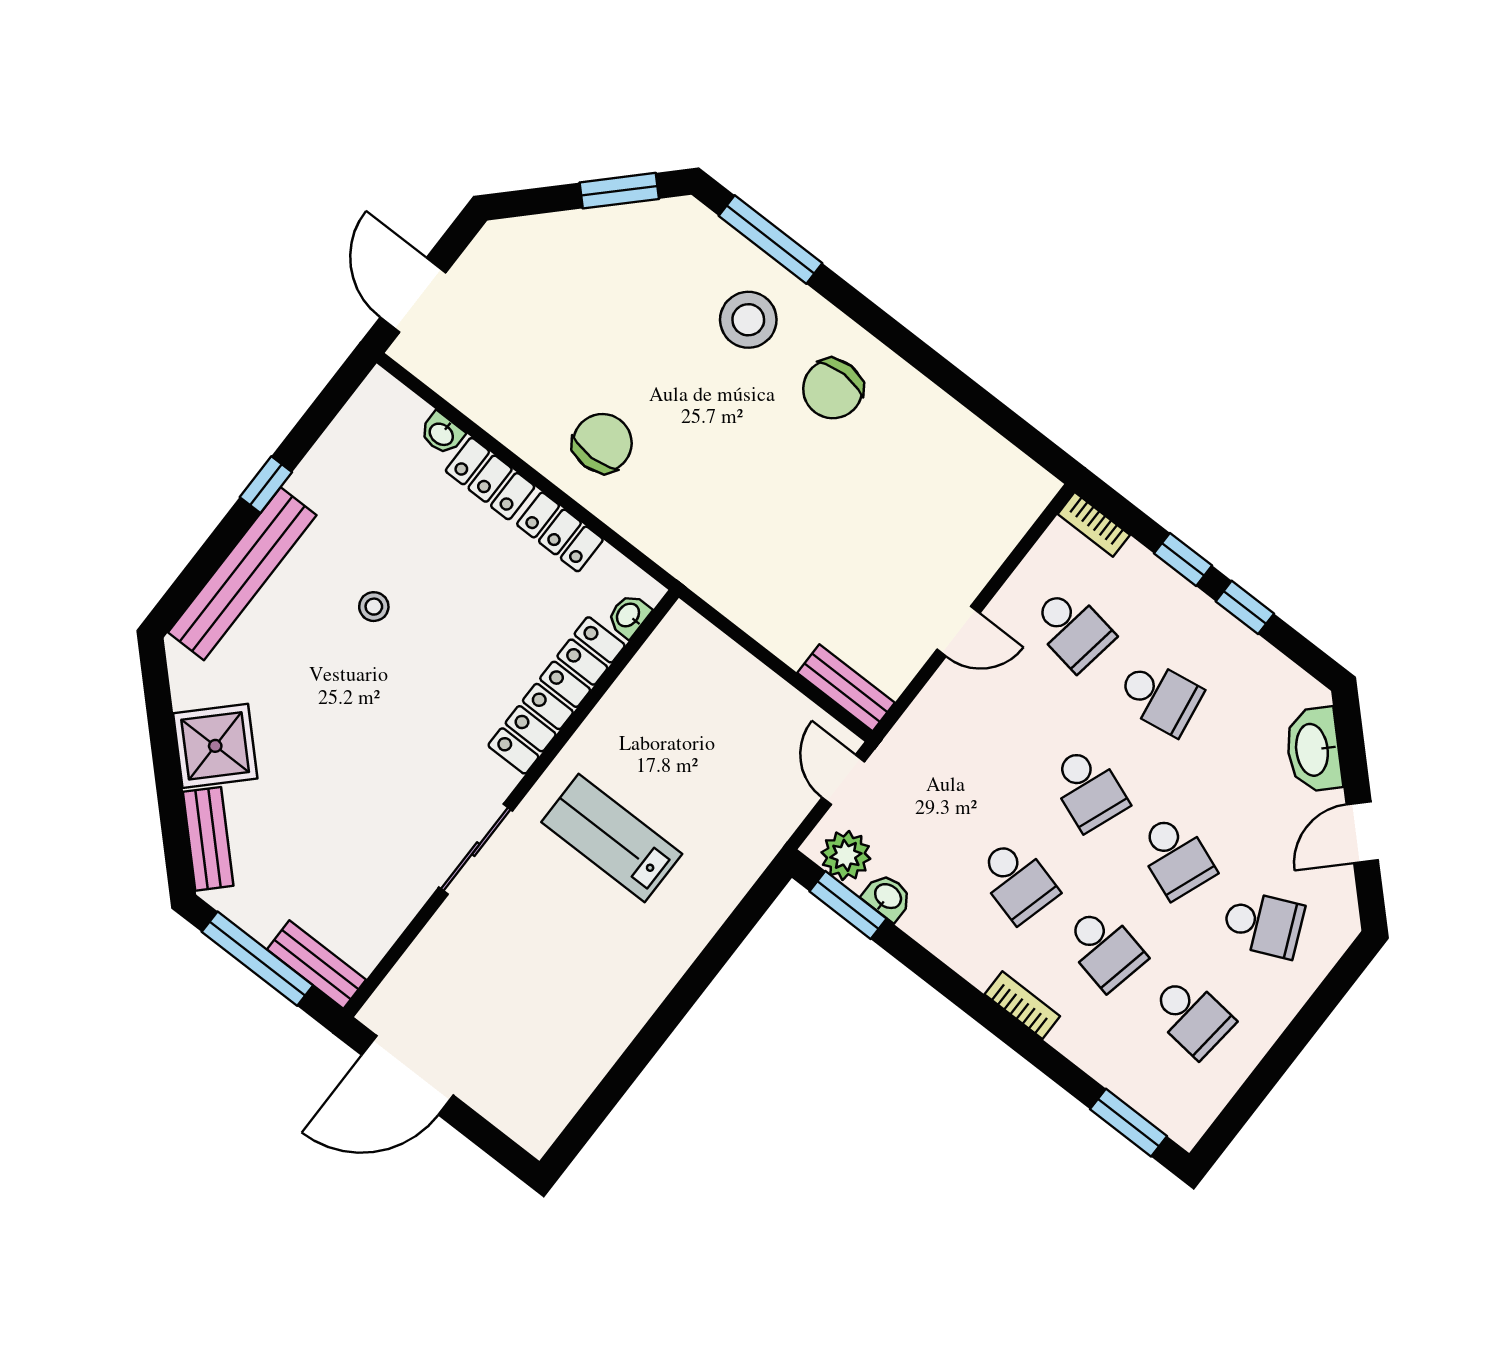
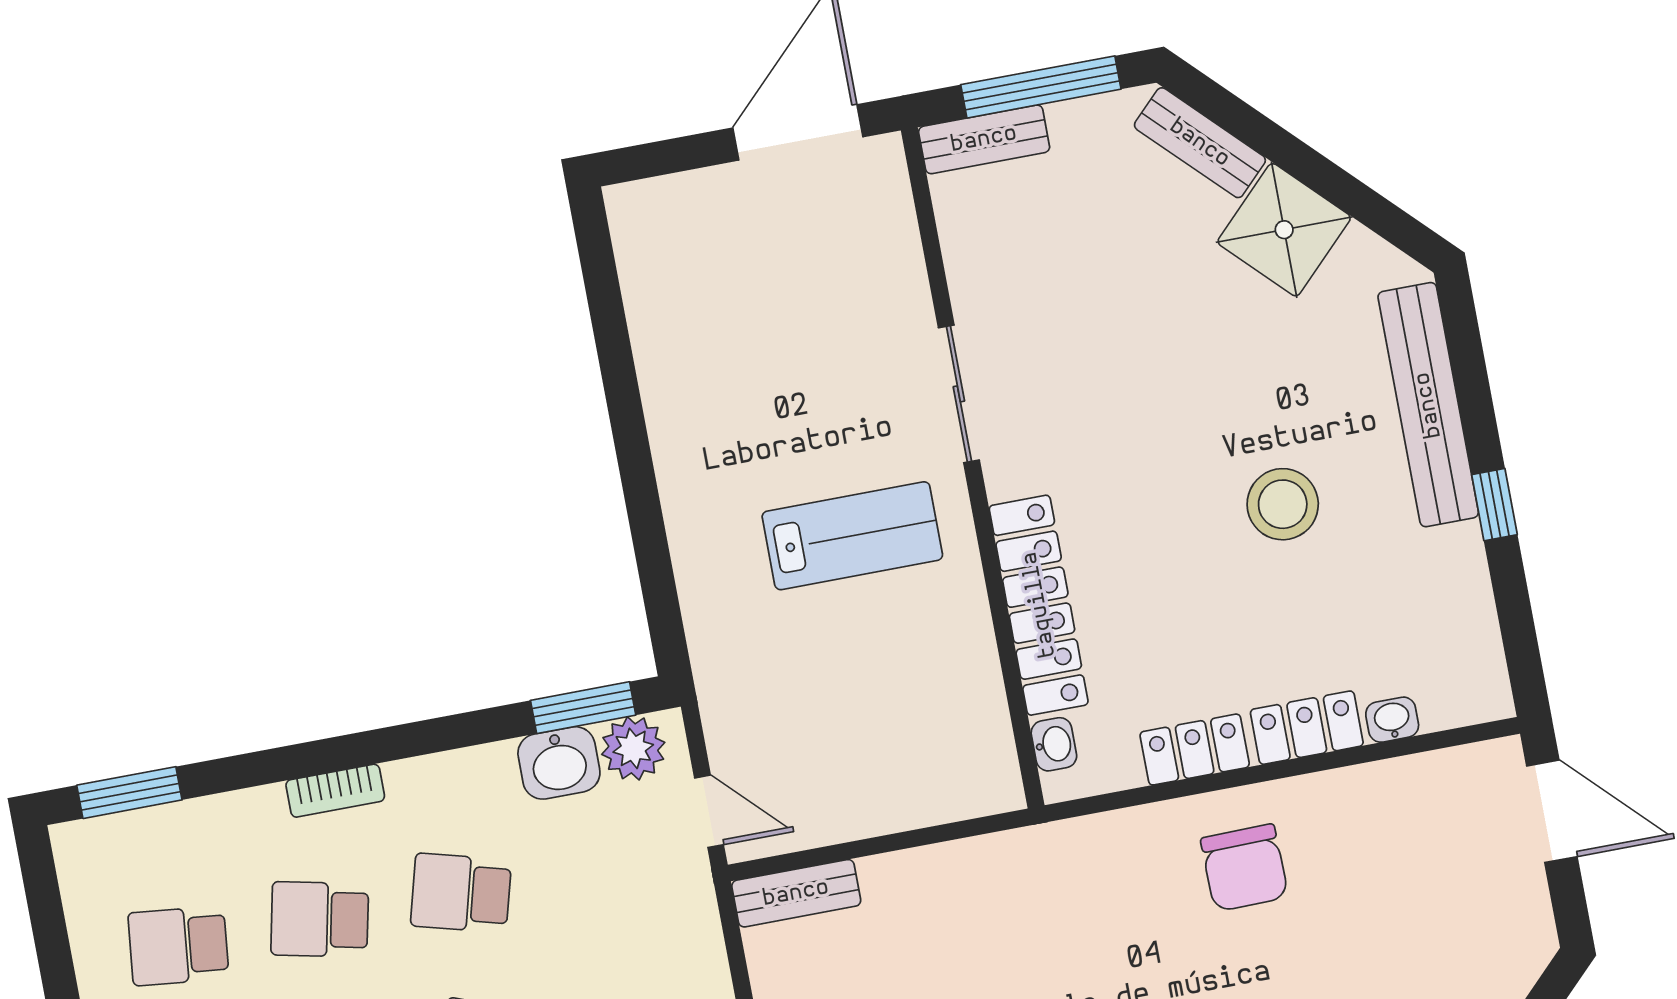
stool: (374, 607) -> (1283, 504), width x1.89, depth x1.89
washbasin: (887, 897) -> (559, 763), width x1.38, depth x1.45

